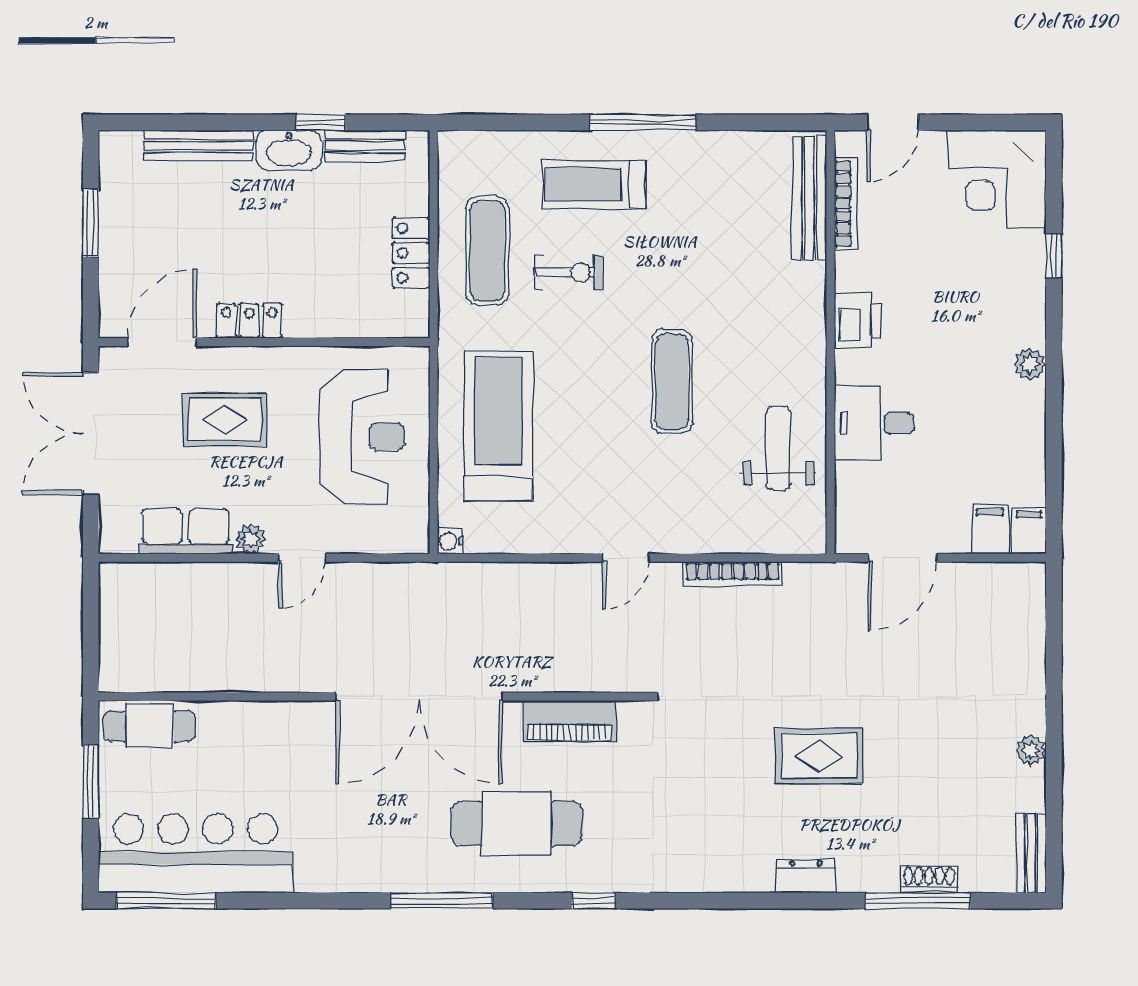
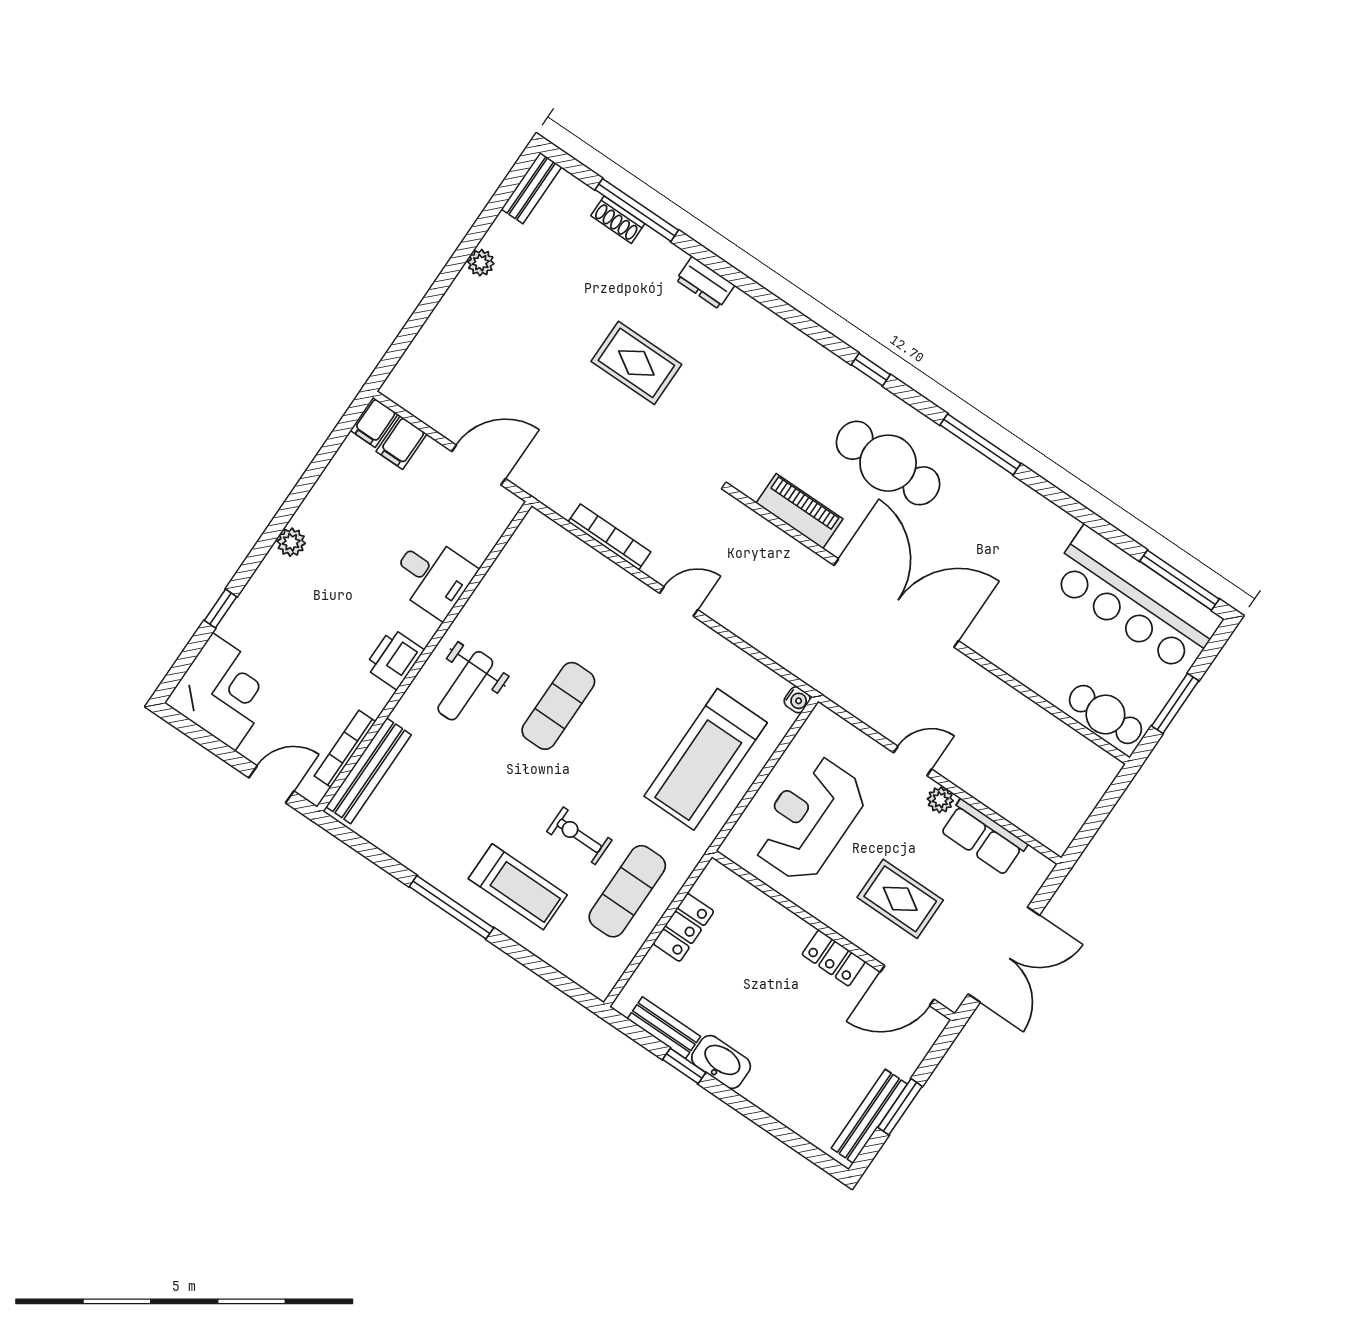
bench: (198, 145) -> (869, 1116), moved, turned 90
weight bench: (778, 448) -> (465, 686), moved

